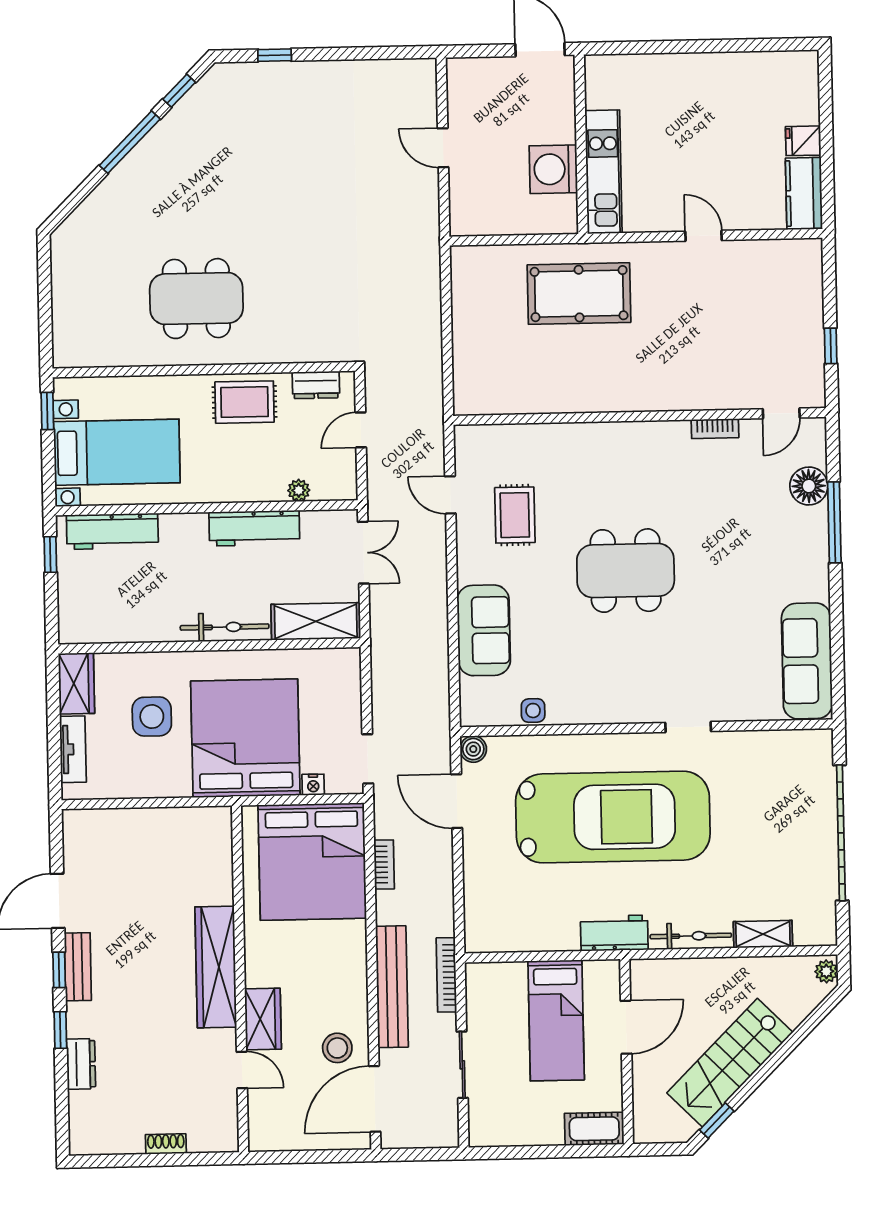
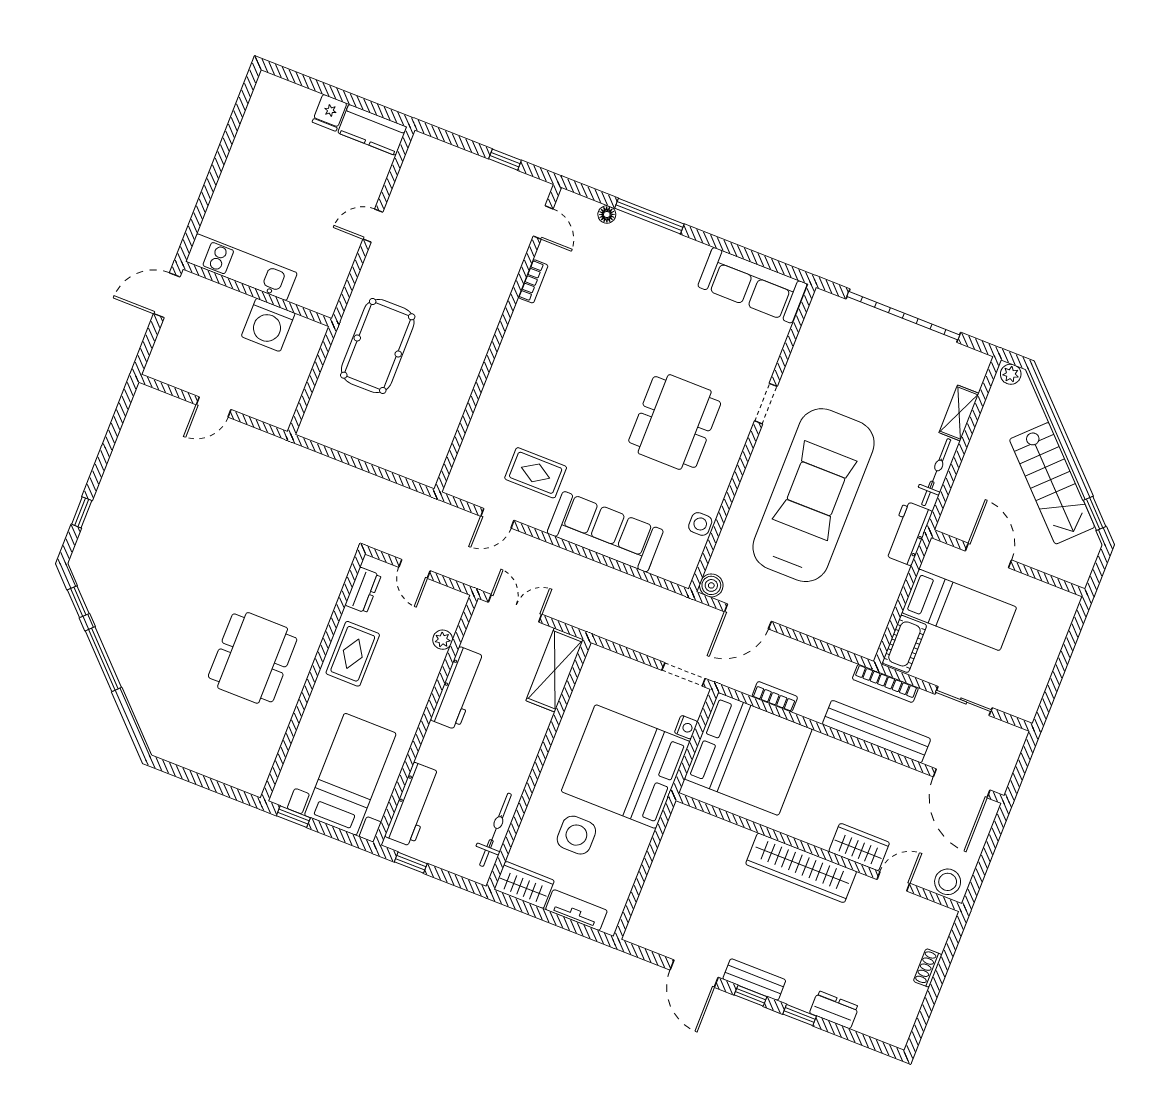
kitchen unit: (603, 172) -> (241, 267), moved
floor lamp: (809, 486) -> (607, 214), width x0.53, depth x0.53
dining table: (626, 571) -> (675, 422), moved
bicycle: (225, 627) -> (496, 830), moved
sofa: (484, 630) -> (605, 532), width x1.36
stool: (337, 1048) -> (948, 882), moved
cot: (594, 1129) -> (904, 644), moved

